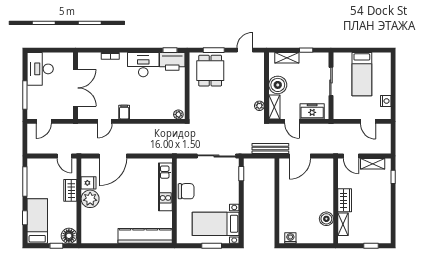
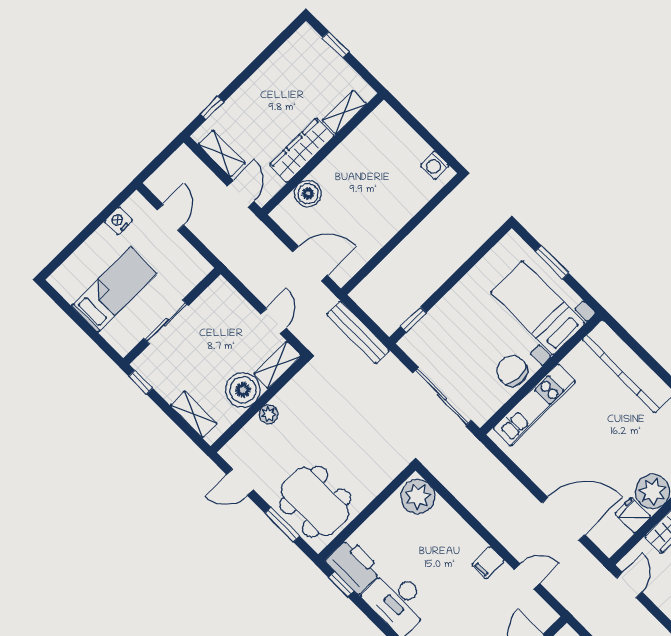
window: (306, 50) -> (141, 382), moved
dining table: (210, 71) -> (315, 501), width x1.38
plant: (259, 106) -> (268, 414), moved
freezer: (312, 111) -> (232, 307), removed
plant: (178, 114) -> (418, 497), width x1.87, depth x1.87
bench: (270, 149) -> (358, 332), moved
sliding door: (216, 156) -> (442, 397), moved
wardrobe: (345, 200) -> (302, 150), width x1.50
boiler: (326, 219) -> (308, 194), moved
bed with nightstands: (216, 224) -> (538, 308), moved, turned 180

